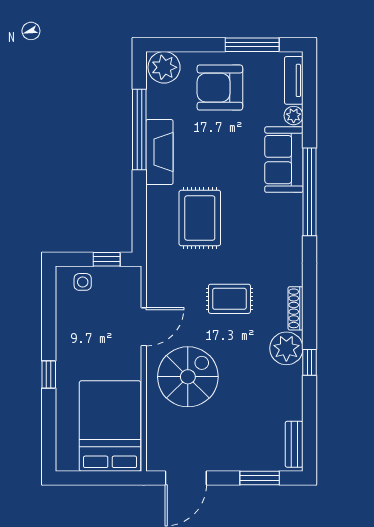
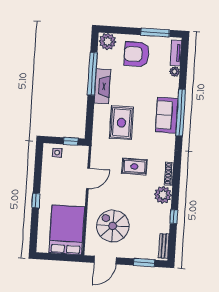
sofa: (284, 160) -> (167, 115), moved
window: (310, 362) -> (174, 217), moved
spiral stairs: (188, 377) -> (113, 226), moved, turned -90

